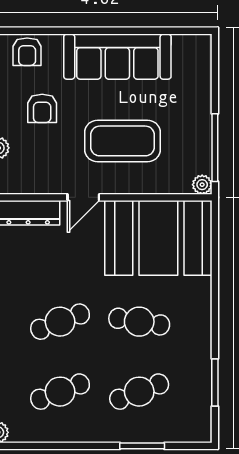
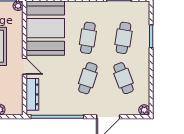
cafe table: (60, 322) -> (88, 78), turned 39
cafe table: (139, 392) -> (124, 38), turned 30

